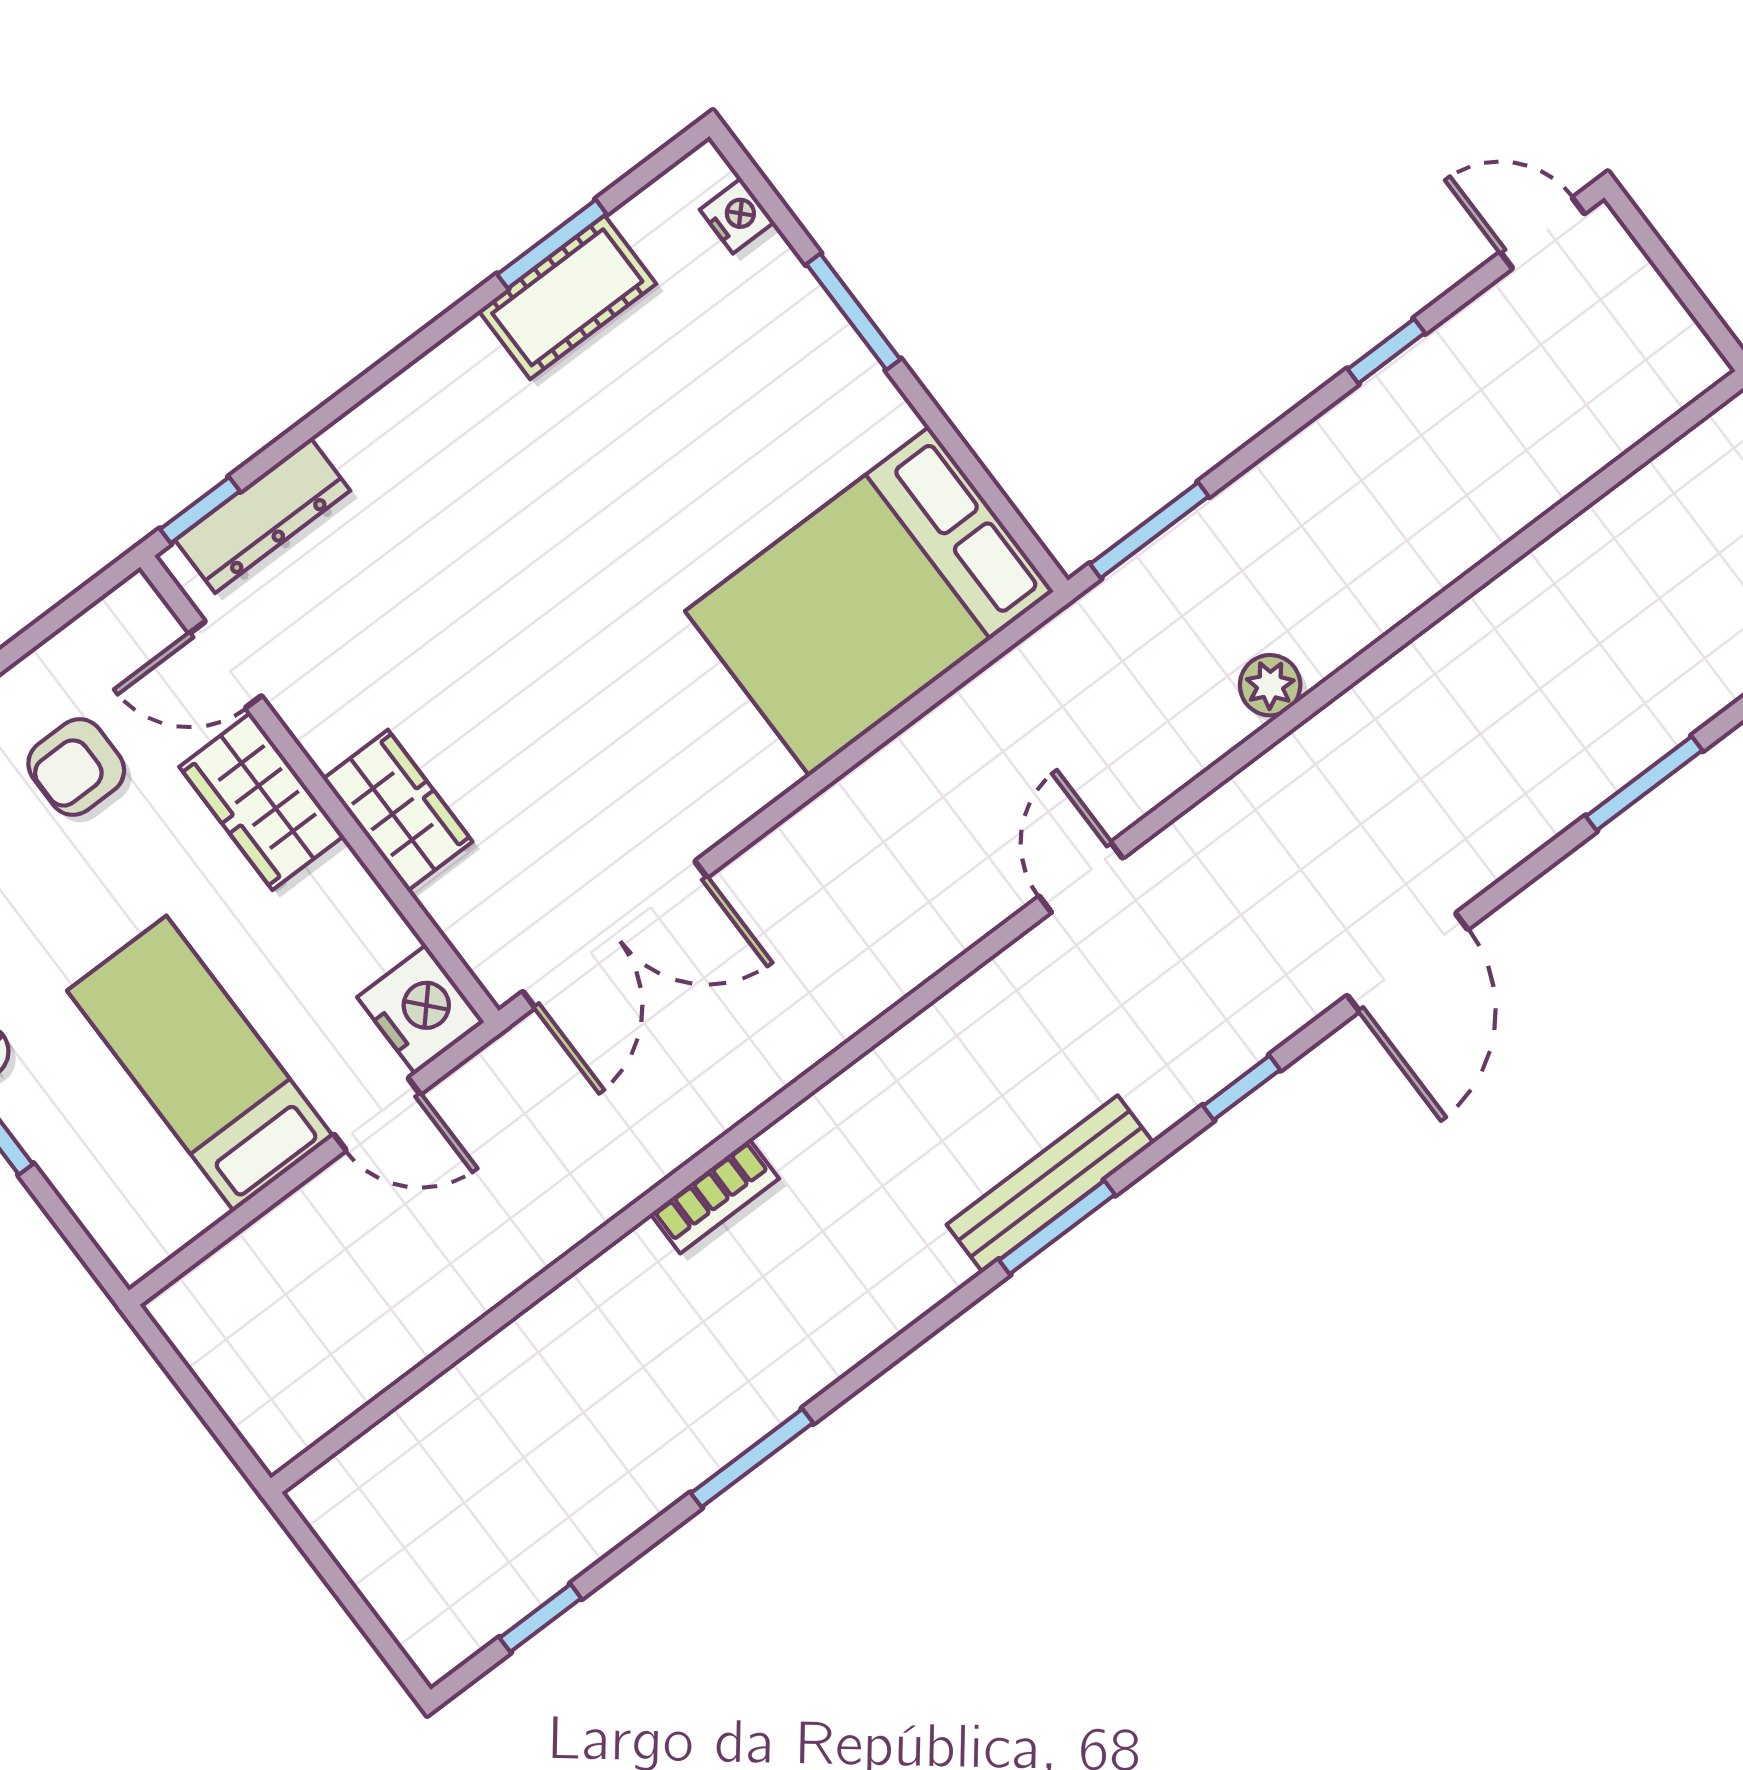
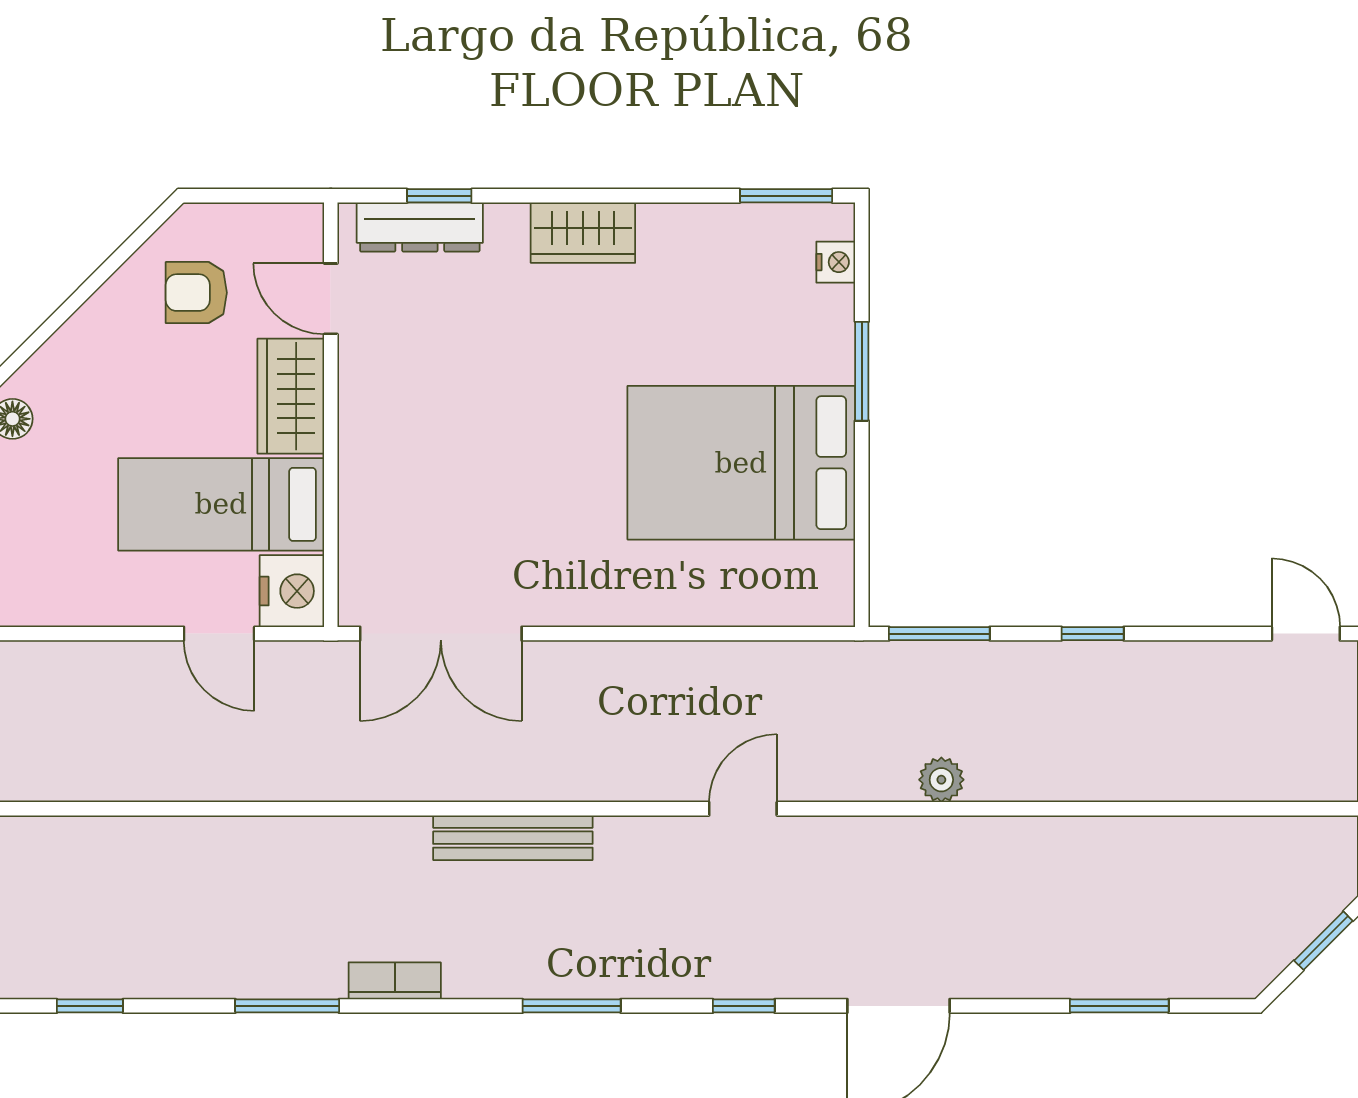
window: (552, 244) -> (786, 196), moved
cot: (567, 297) -> (698, 234), removed
window: (1386, 351) -> (1093, 634), moved
window: (200, 510) -> (439, 196), moved
bed: (869, 601) -> (741, 463), moved
wardrobe: (398, 810) -> (583, 233), moved, turned 90
bed: (200, 1063) -> (221, 504), moved, turned -90
bench: (1050, 1184) -> (513, 838), moved
bookcase: (715, 1196) -> (395, 981), moved, turned 180

